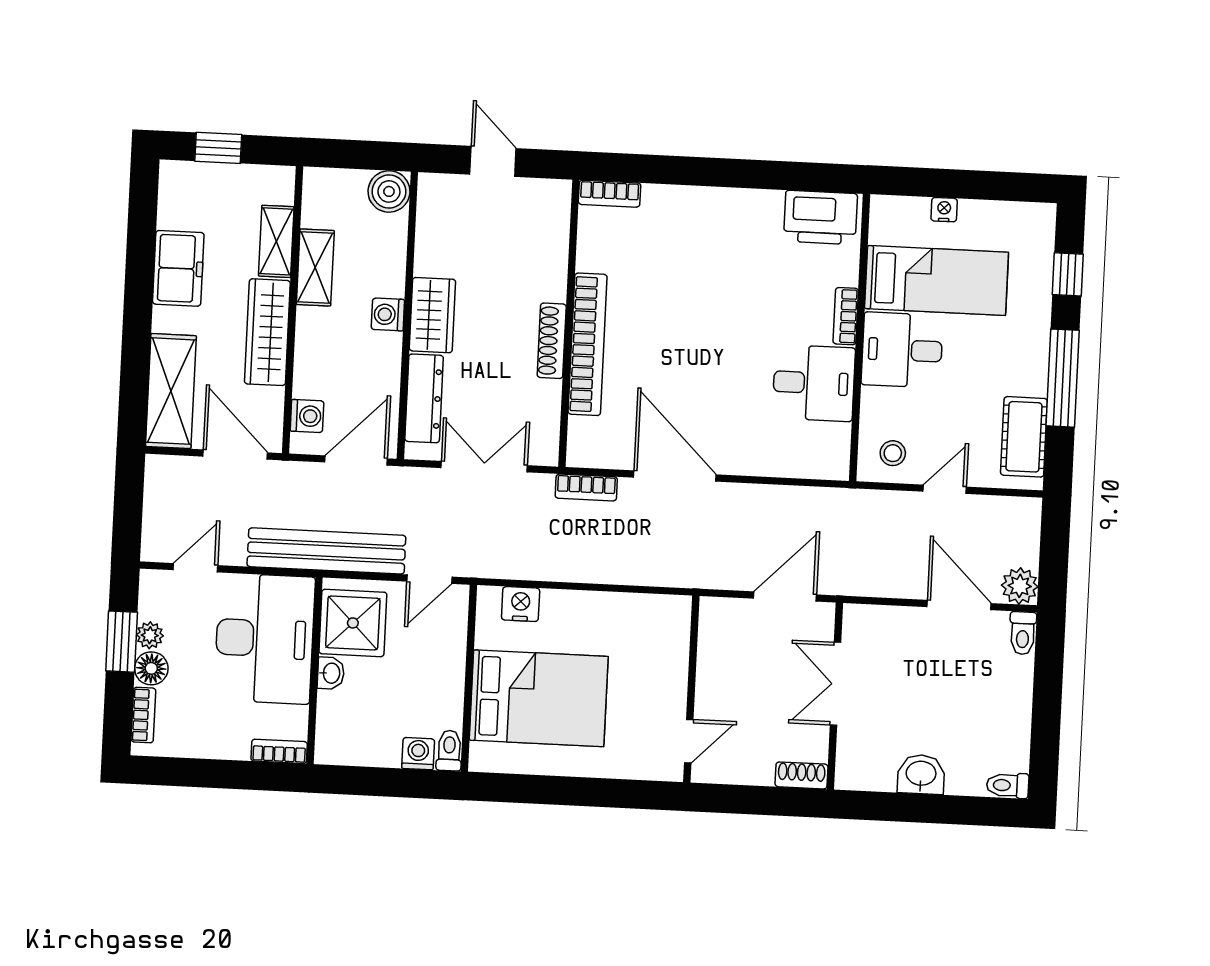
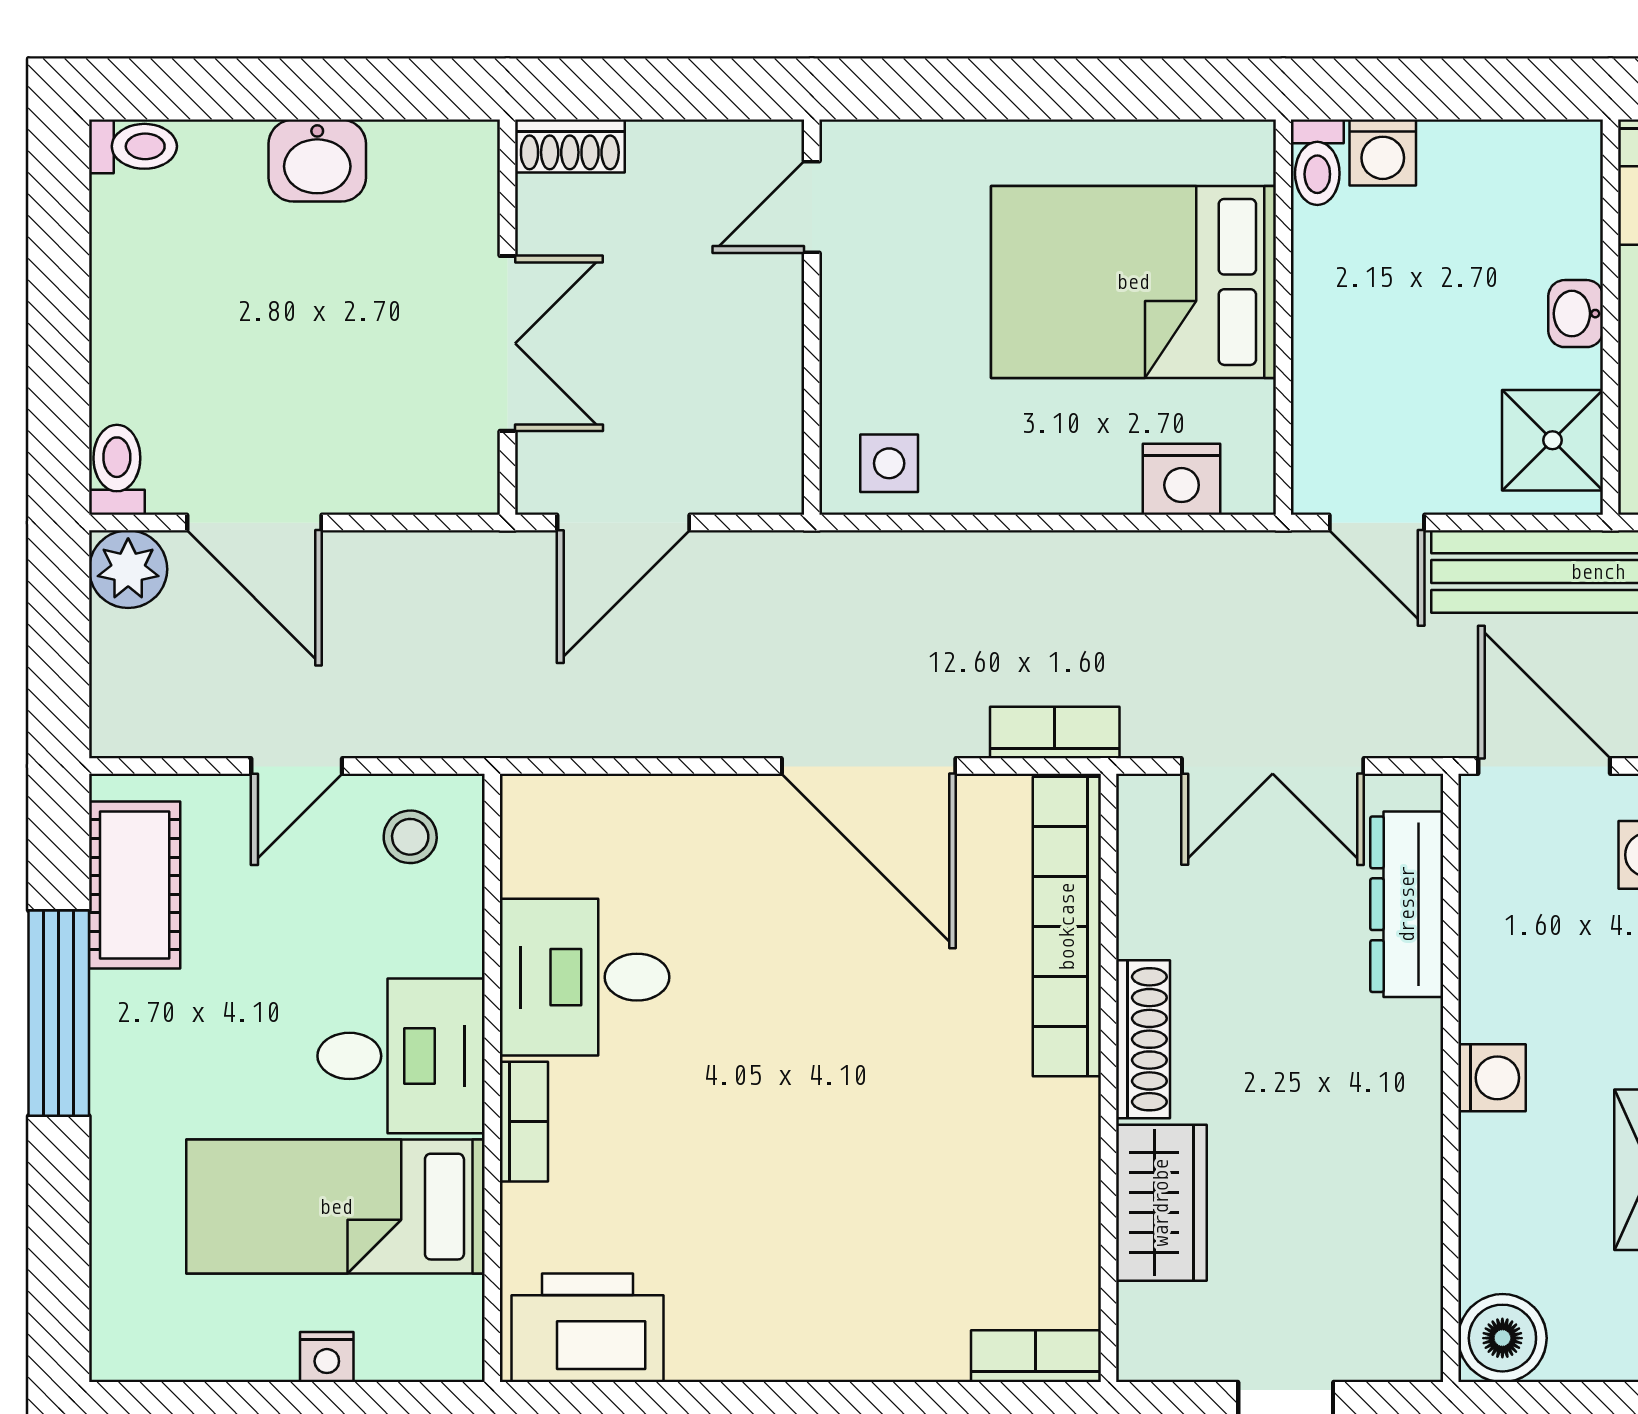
window: (1068, 274) -> (59, 1233), removed
wardrobe: (432, 315) -> (1161, 1203), moved, turned 180
bookcase: (588, 344) -> (1067, 927), moved
door: (356, 460) -> (1544, 766), swing flipped
door: (429, 579) -> (1377, 523), swing flipped
side table: (658, 618) -> (889, 463), added
shower: (353, 623) -> (1553, 440), width x0.73, depth x0.73

